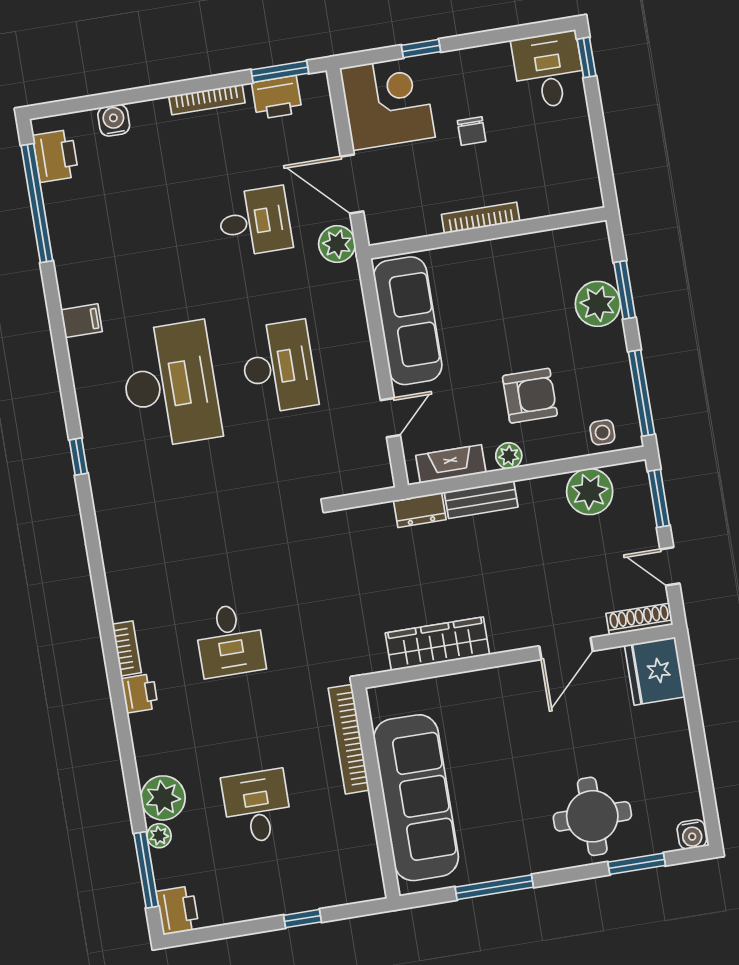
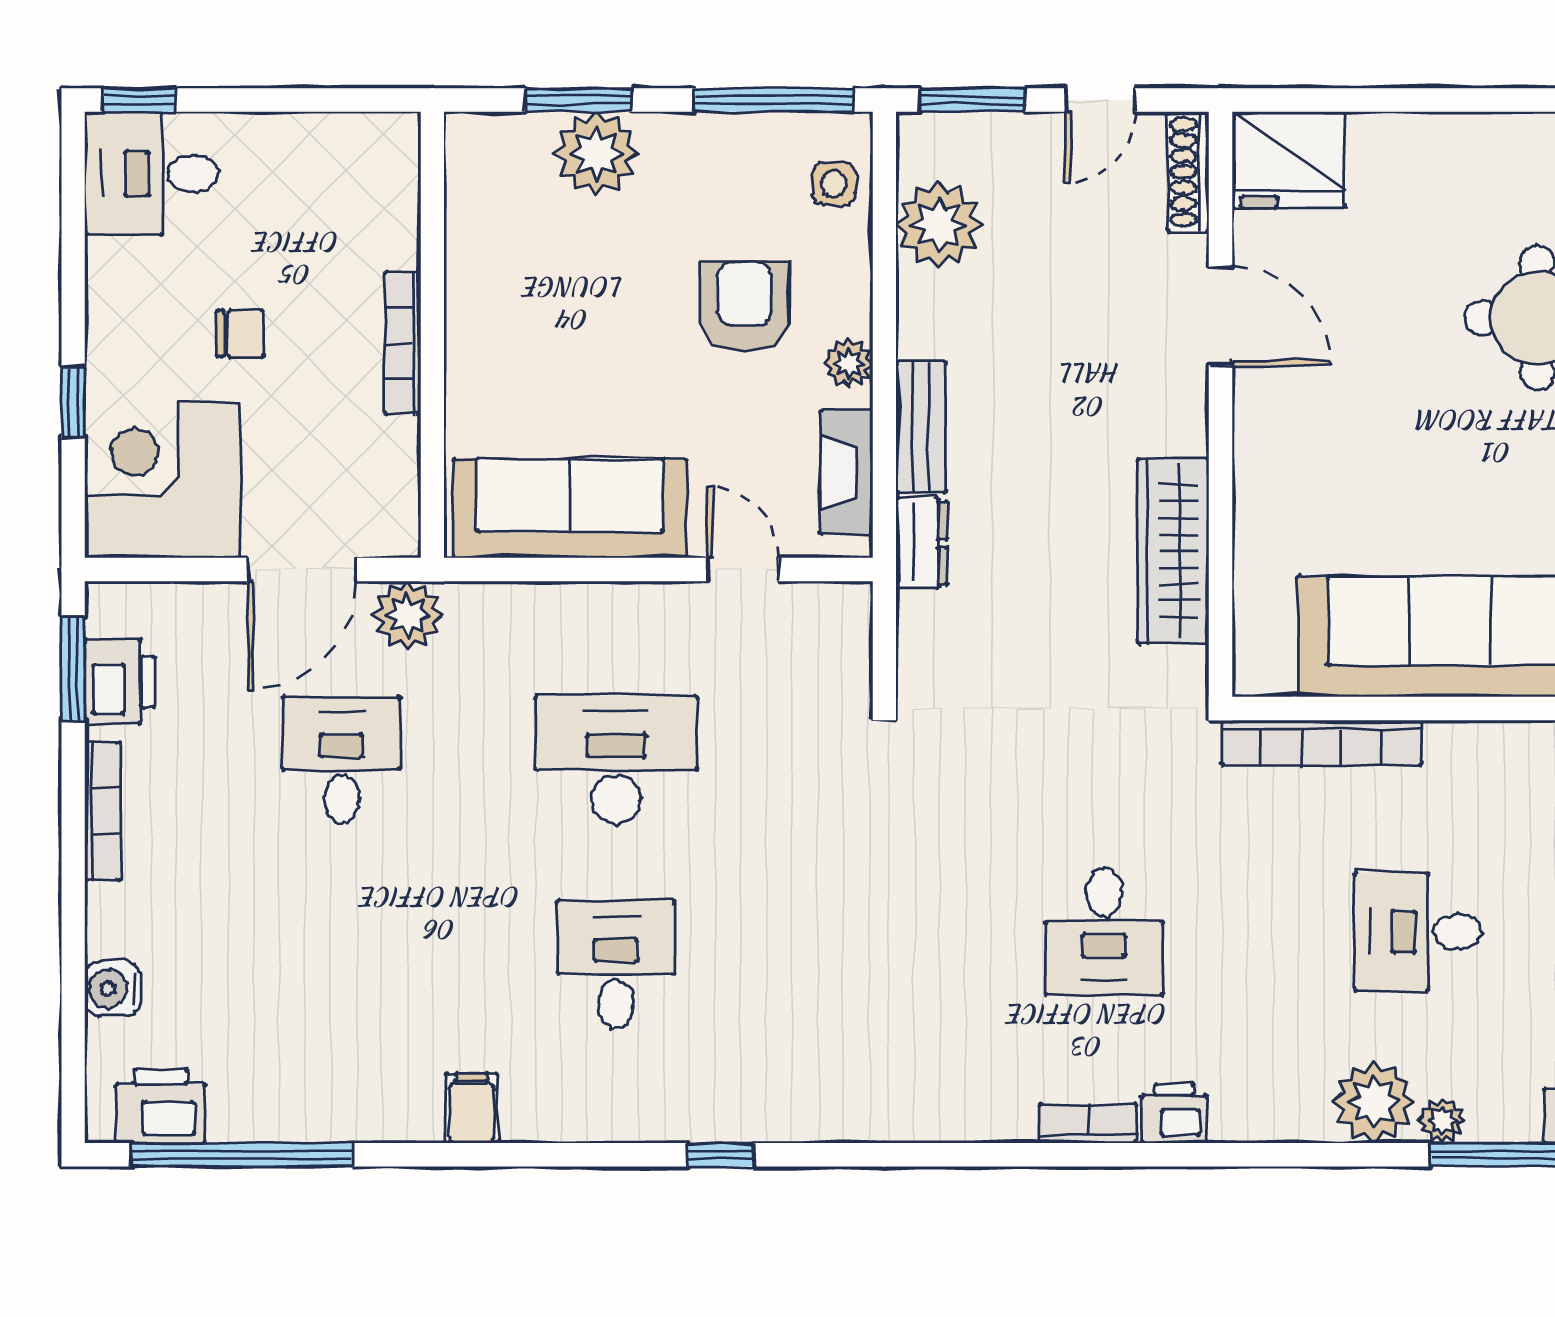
desk: (170, 385) -> (616, 964), width x0.53, depth x0.77
desk: (230, 640) -> (1104, 932), turned 90

